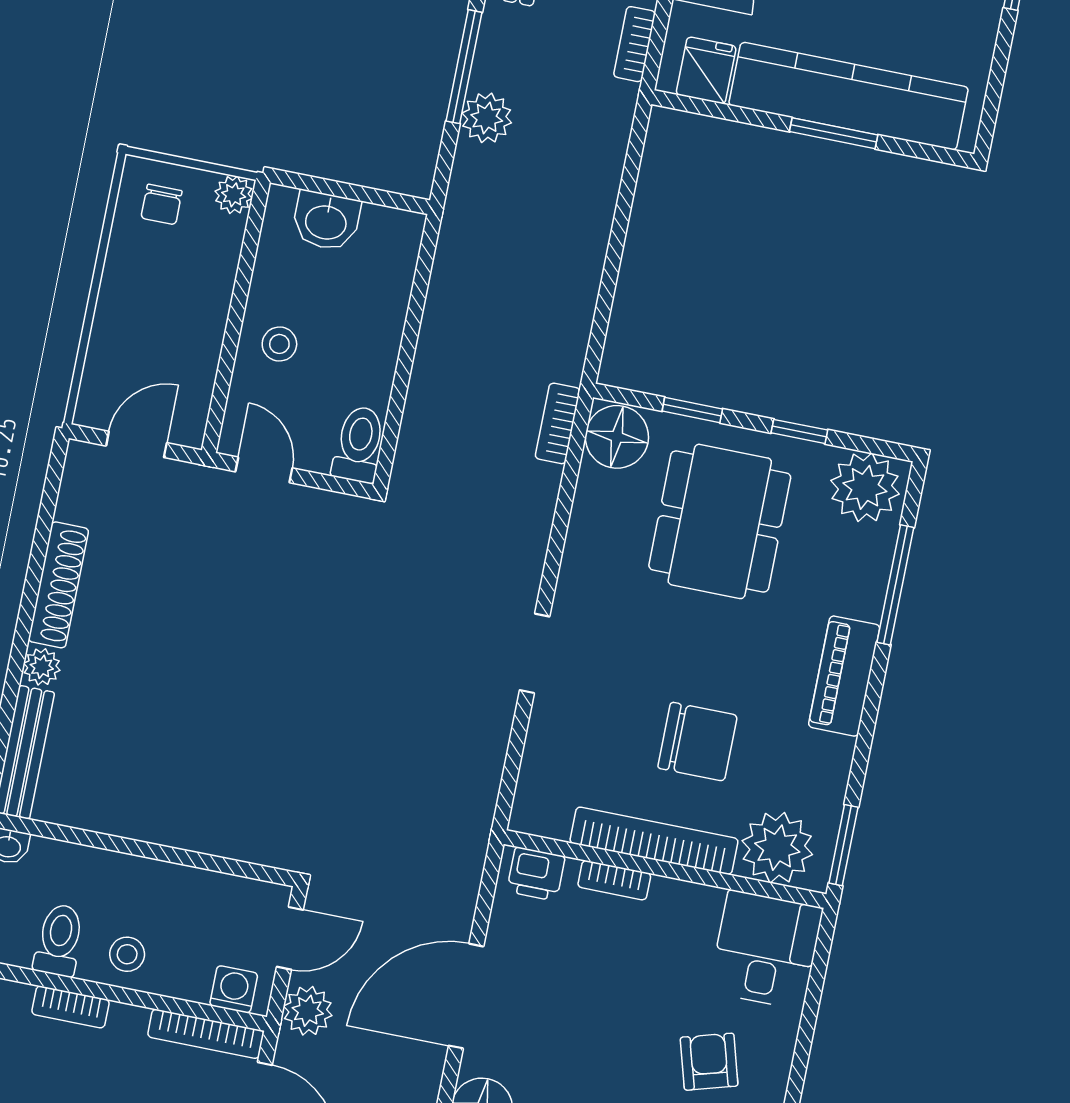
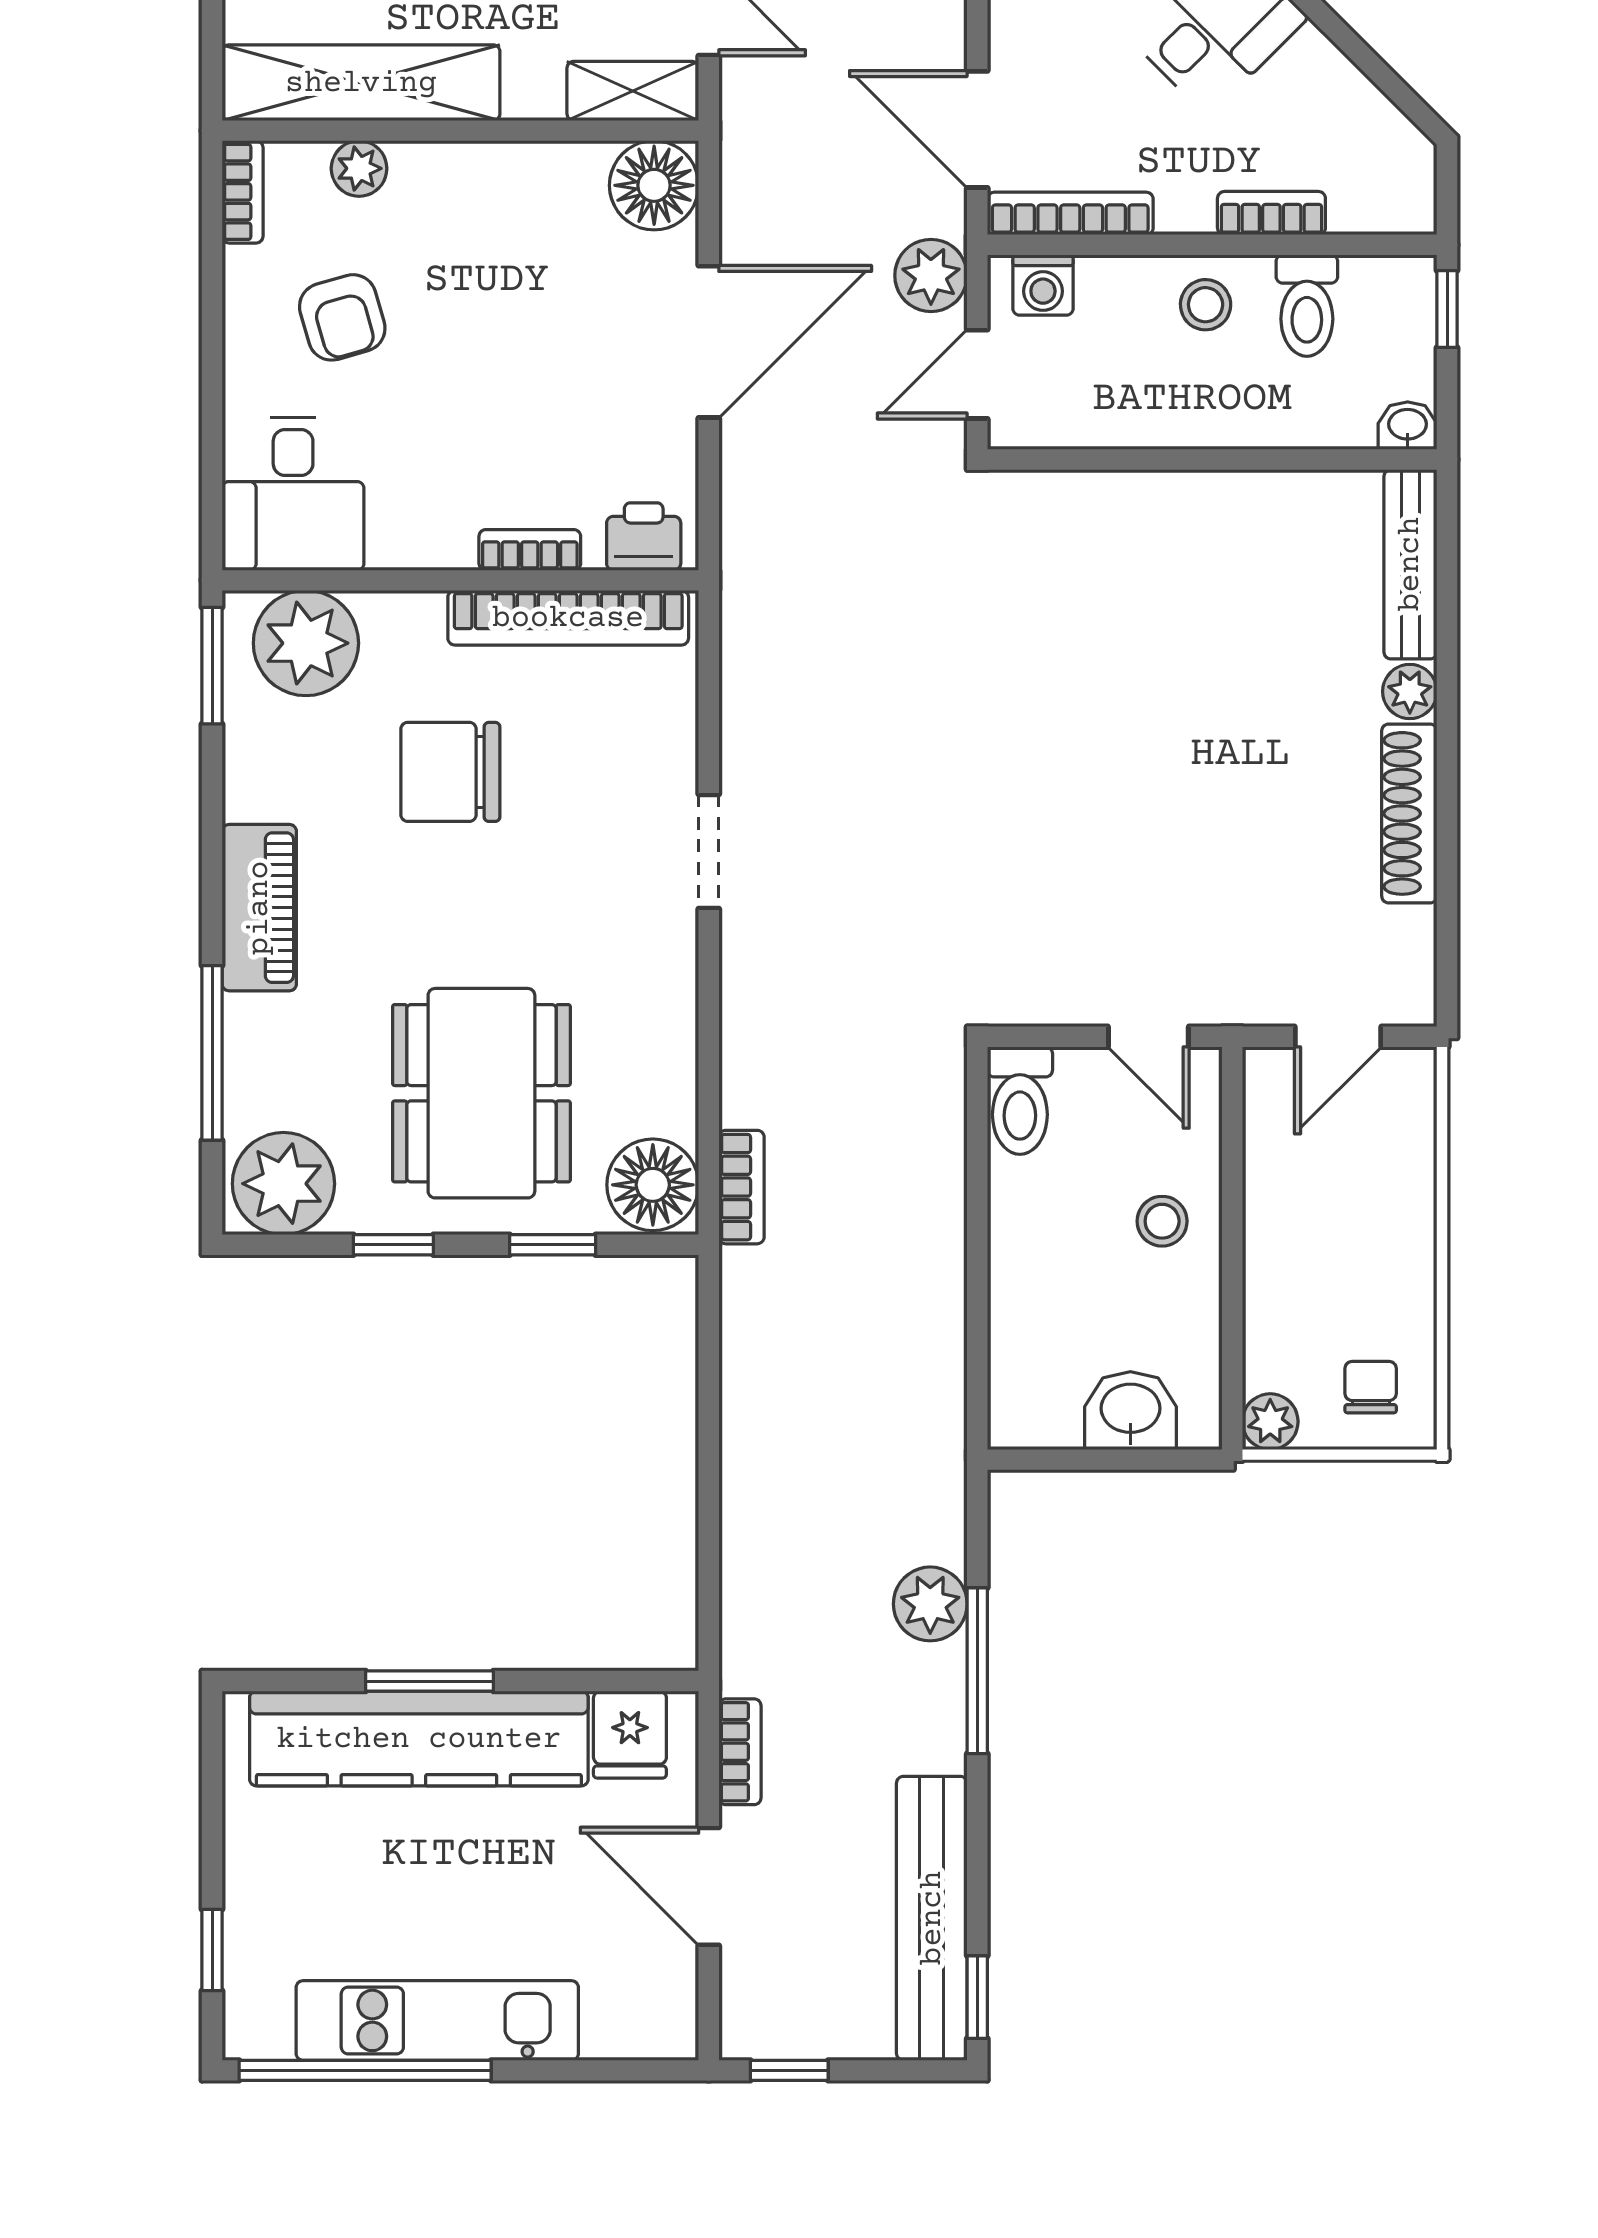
bookcase: (654, 841) -> (568, 618), moved

